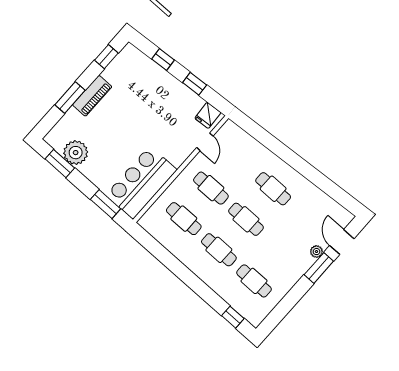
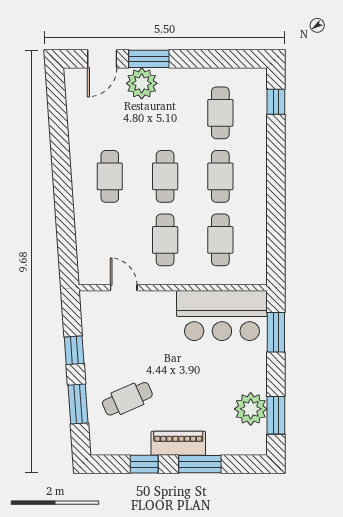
window: (106, 57) -> (144, 464), moved
window: (163, 60) -> (78, 404), width x1.50
cafe table: (142, 89) -> (127, 399), added
fridge: (208, 115) -> (94, 309), removed
door: (205, 142) -> (124, 288), hinge flipped
plant: (316, 252) -> (142, 83), width x1.87, depth x1.87

